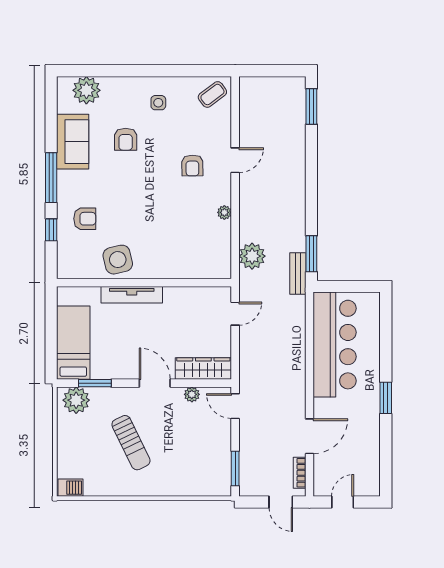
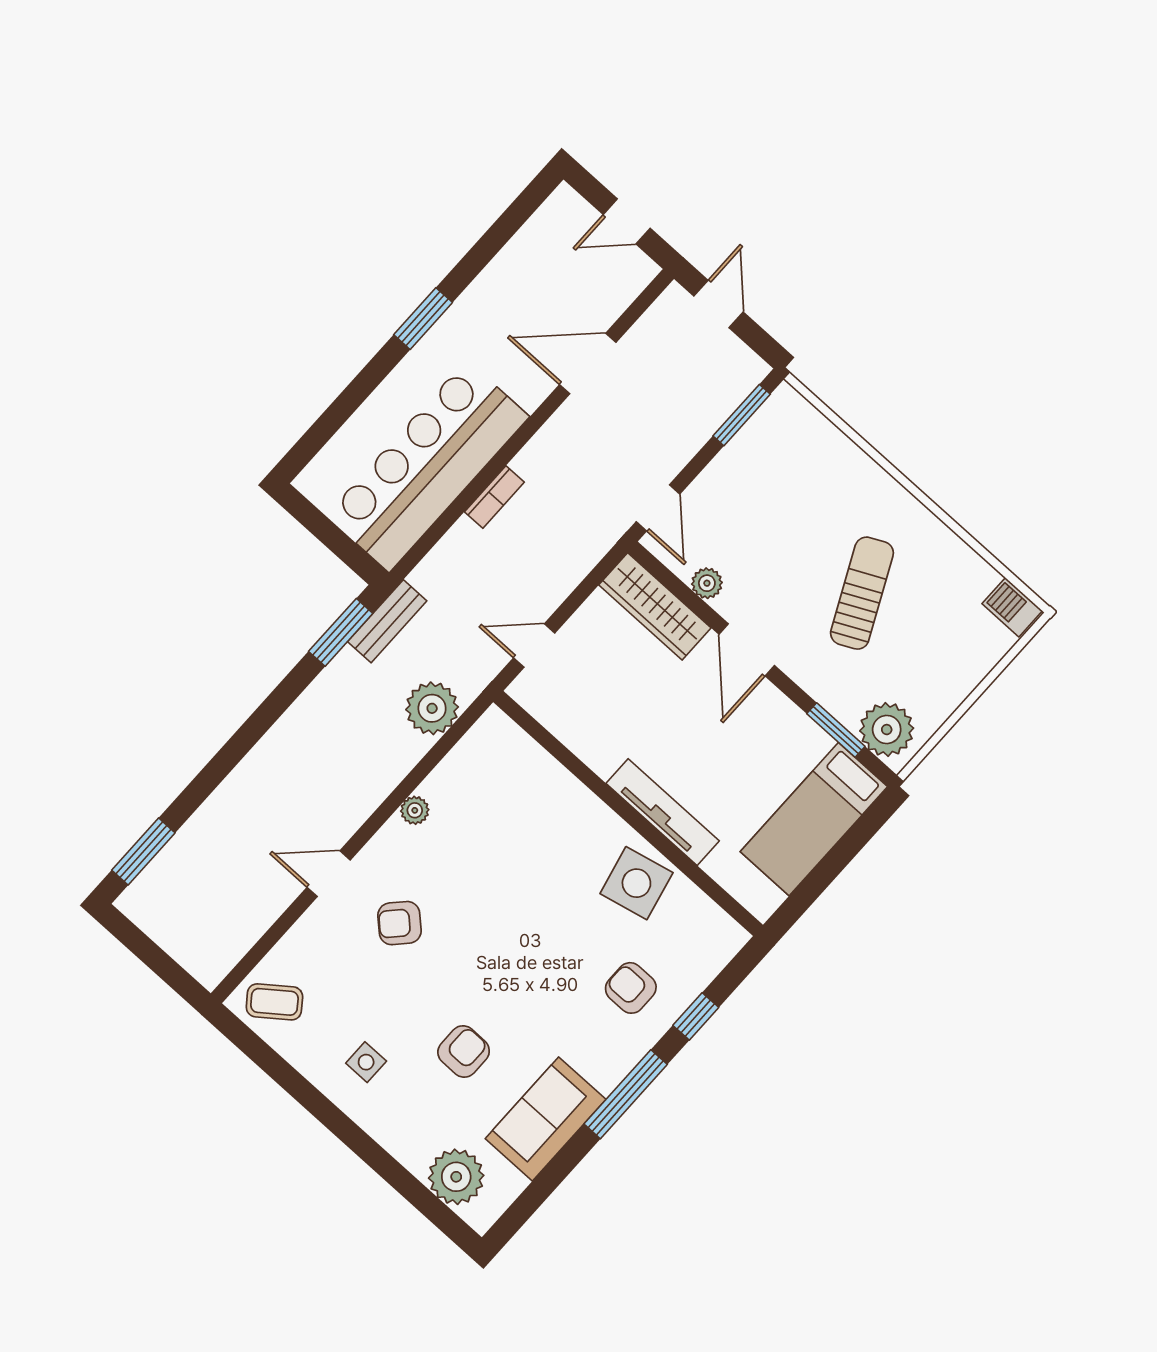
armchair: (192, 166) -> (399, 923), turned -136
bookcase: (300, 473) -> (494, 497), moved

